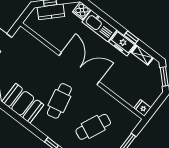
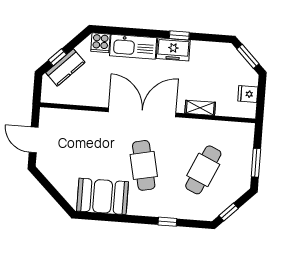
shelving: (142, 55) -> (200, 108), moved
fridge: (142, 108) -> (248, 94), moved

